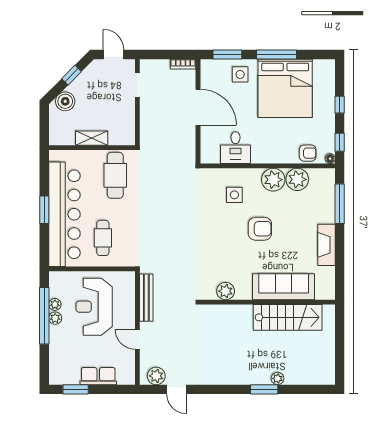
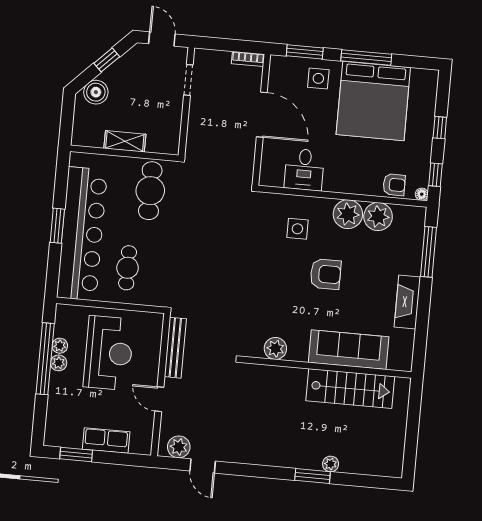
reception desk: (94, 307) -> (109, 353), turned 180

